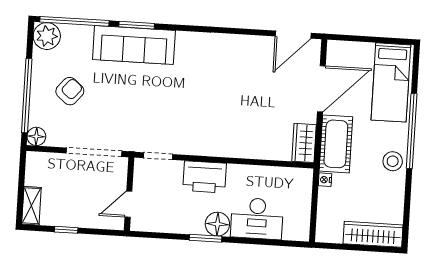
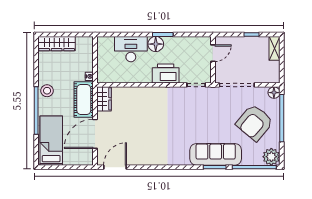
armchair: (70, 91) -> (255, 123), width x1.88, depth x1.88

